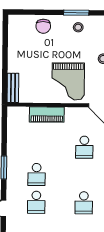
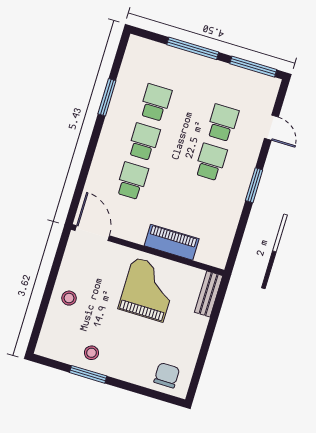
chair: (43, 26) -> (167, 375), moved
grand piano: (68, 81) -> (148, 289), moved
school desk: (84, 175) -> (144, 142), added

